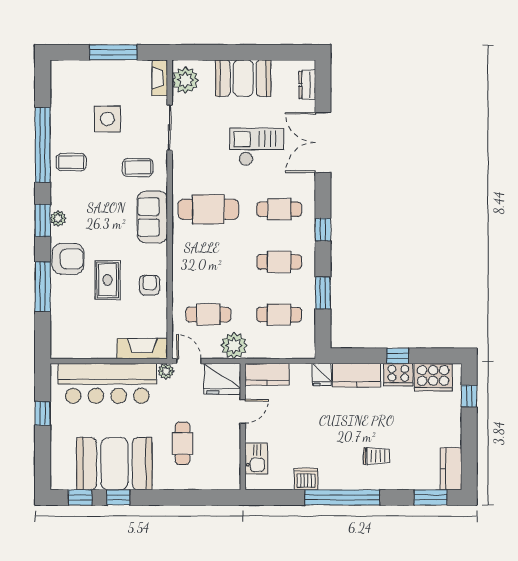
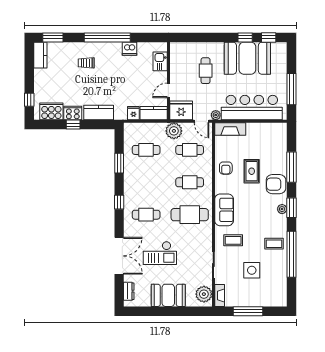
cafe table: (279, 262) -> (190, 182), moved
fridge: (322, 374) -> (133, 113), moved
window: (43, 413) -> (292, 89), width x2.17

